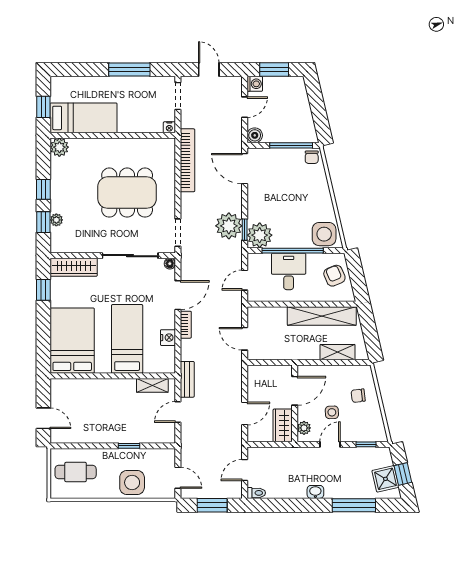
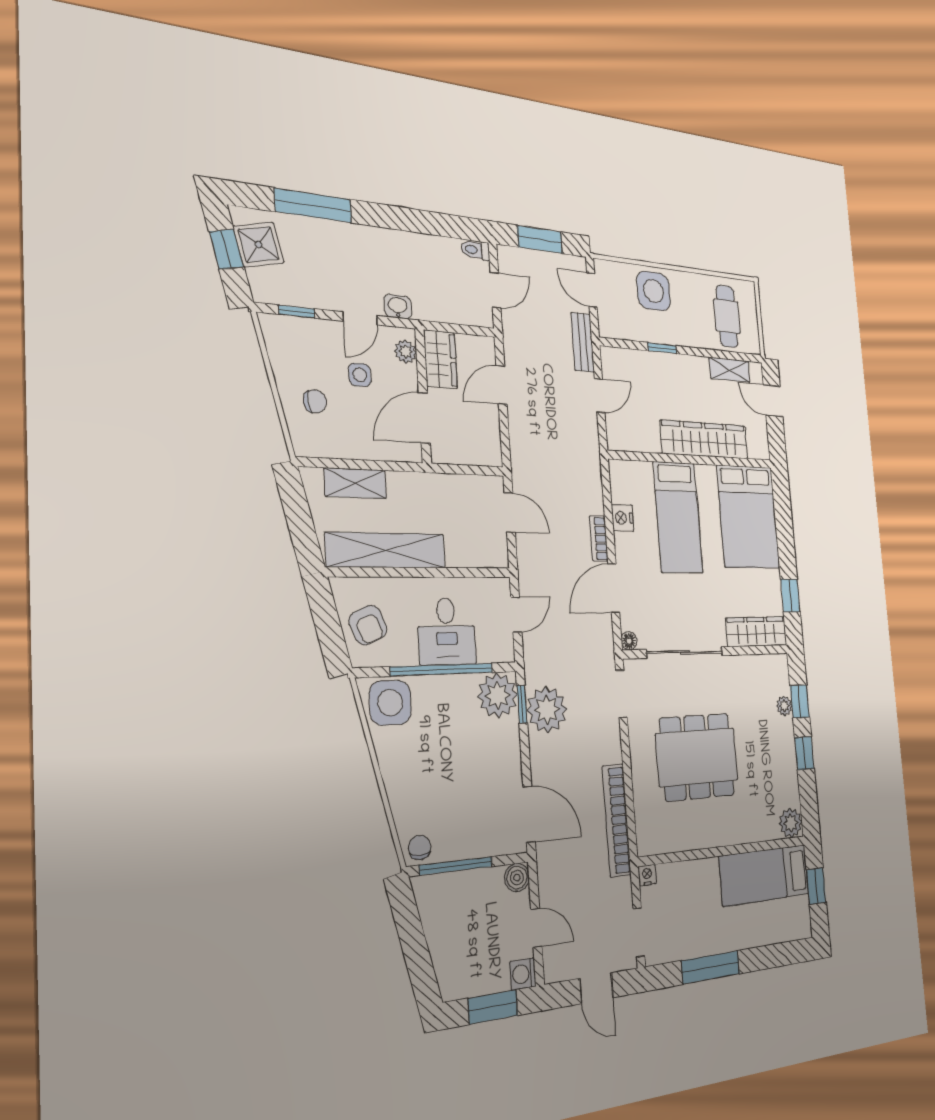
door: (245, 107) -> (536, 928), swing flipped
bench: (187, 379) -> (583, 342), moved
shelving: (152, 385) -> (730, 370), moved
wardrobe: (102, 389) -> (704, 440), added
cafe table: (76, 472) -> (727, 316), turned 90
washbasin: (315, 492) -> (398, 307), moved, turned 180

